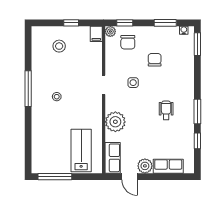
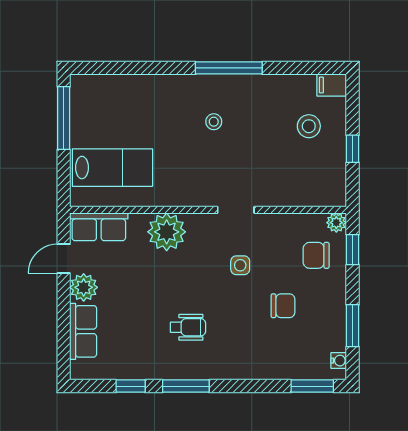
filing cabinet: (96, 34) -> (332, 85), moved

